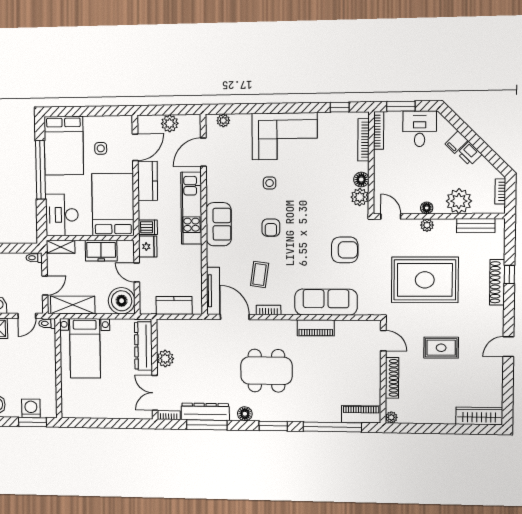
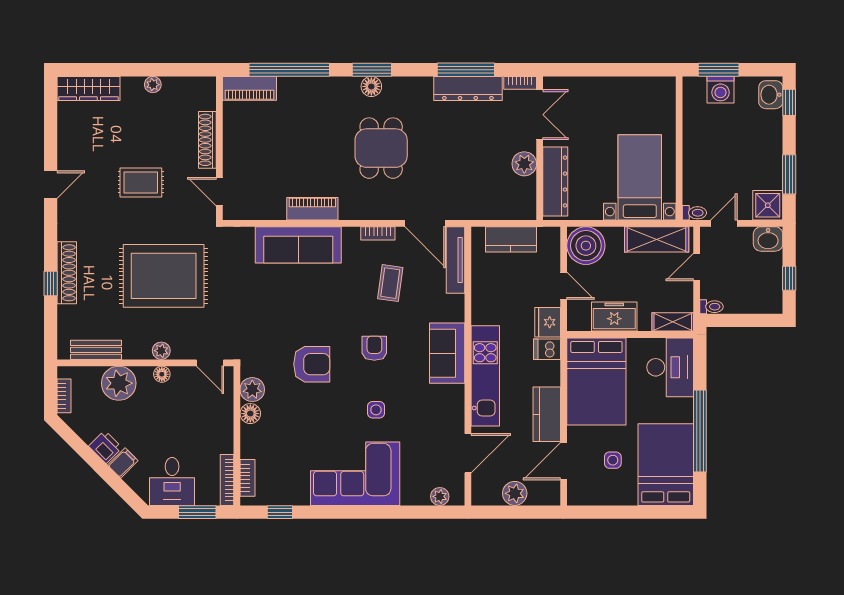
bookcase: (363, 140) -> (248, 478), width x0.64
armchair: (345, 250) -> (312, 364), moved, turned 180
dining table: (266, 371) -> (381, 148), width x0.73
floor lamp: (245, 414) -> (371, 86), moved
plant: (391, 417) -> (153, 85), moved

